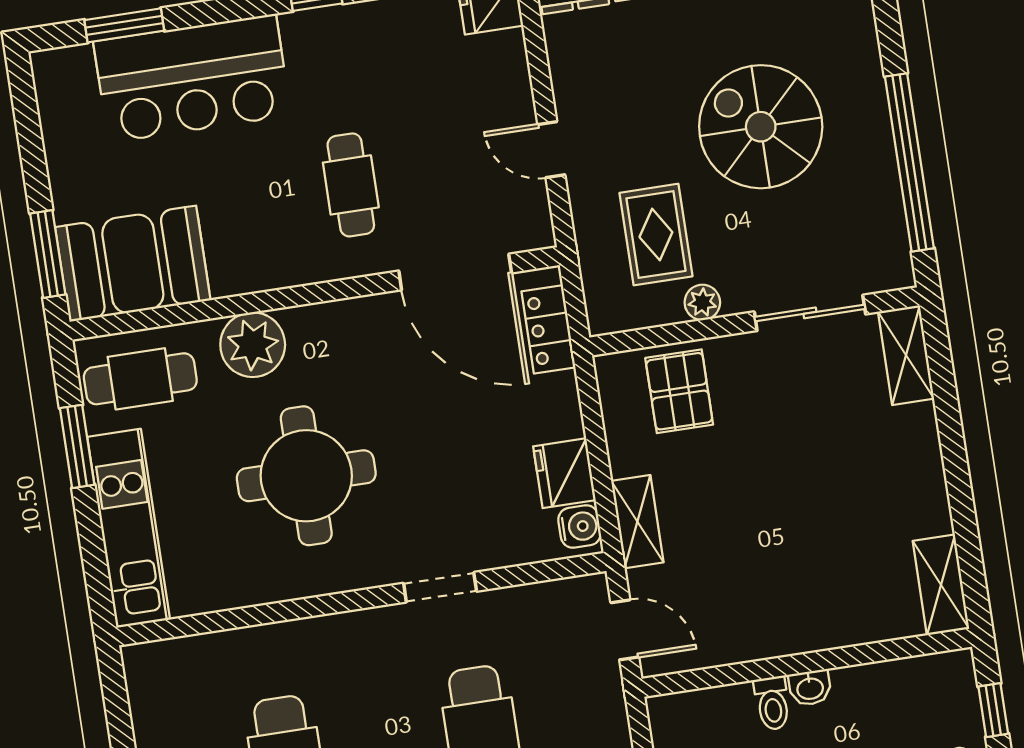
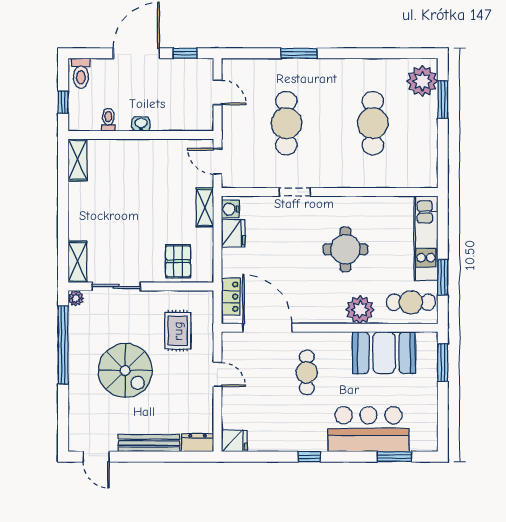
booth: (133, 264) -> (384, 353), moved
plant: (702, 302) -> (76, 298), moved
round table: (306, 476) -> (345, 249), width x0.73, depth x0.73
toilet: (772, 703) -> (108, 120), moved

